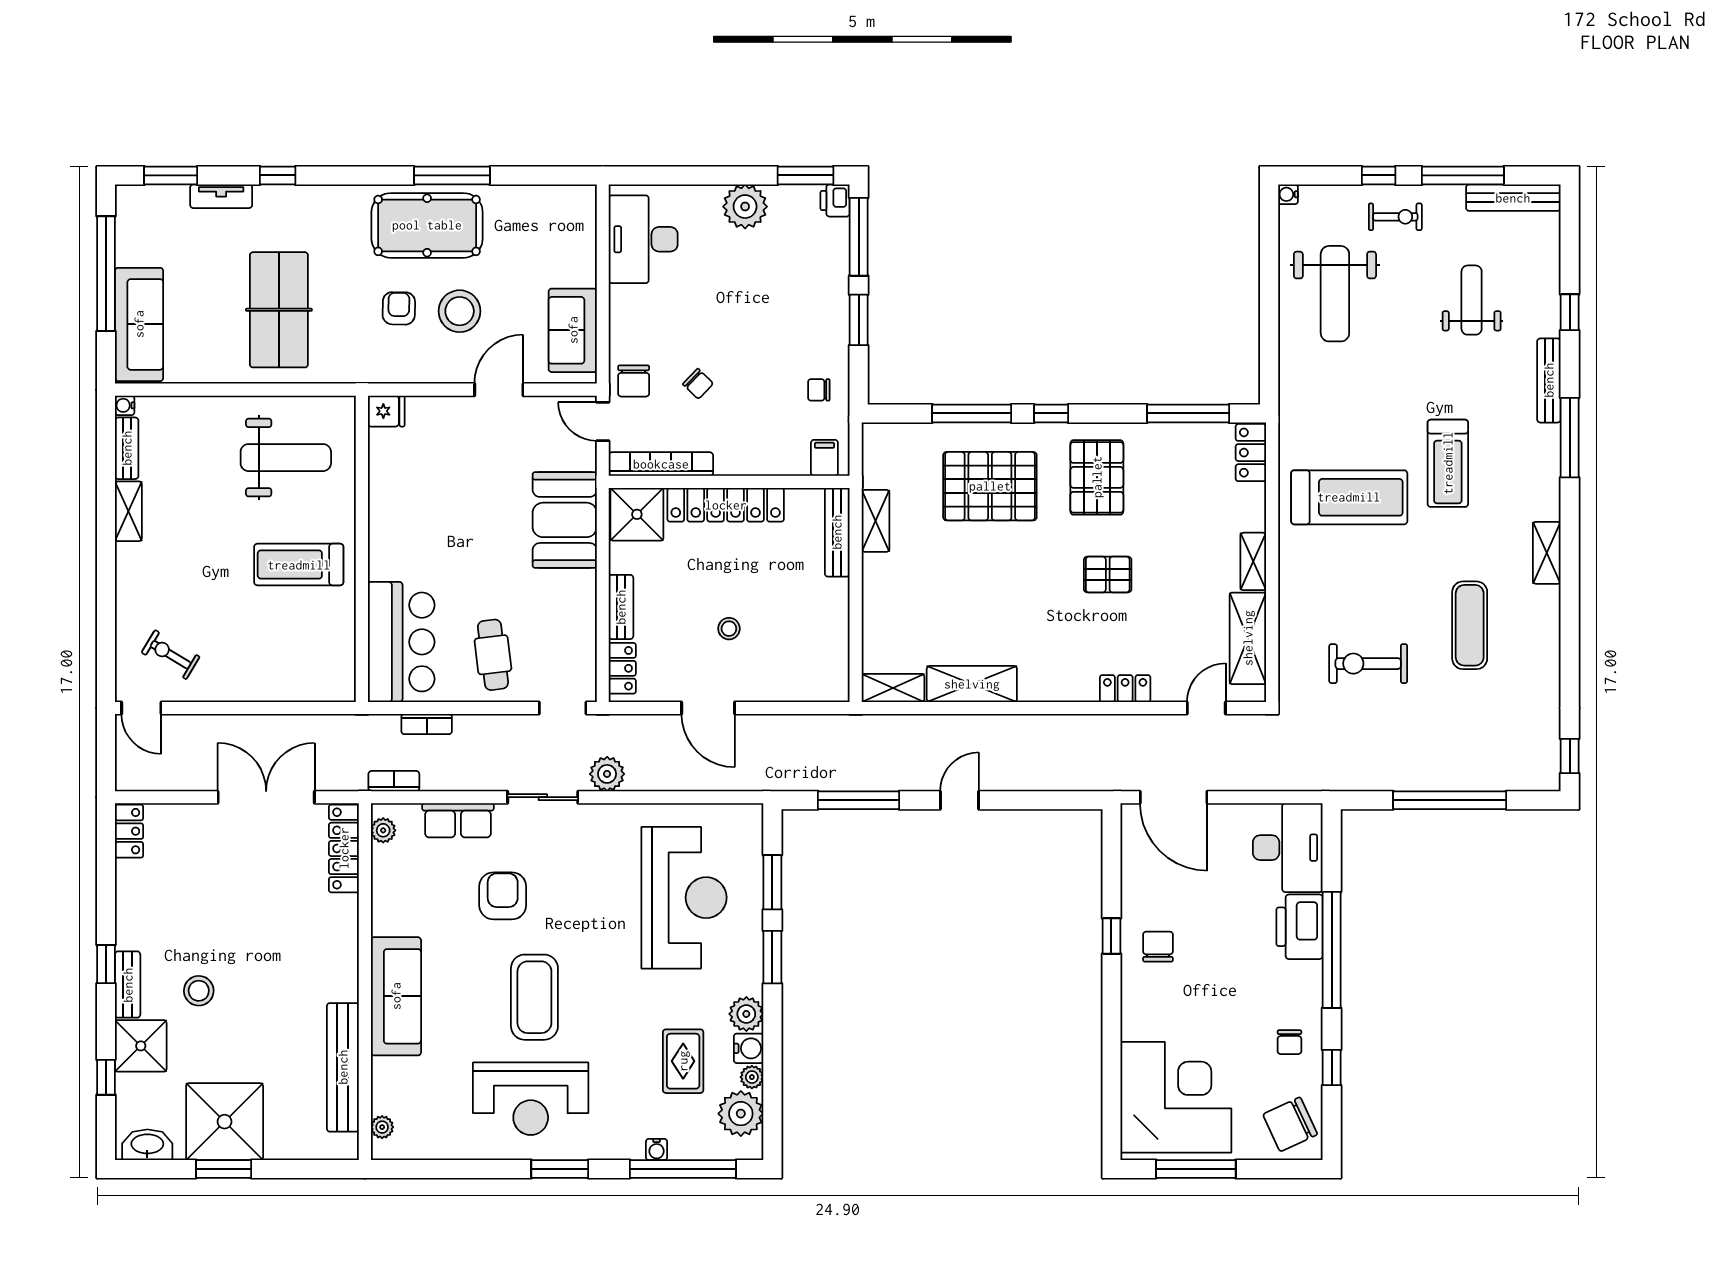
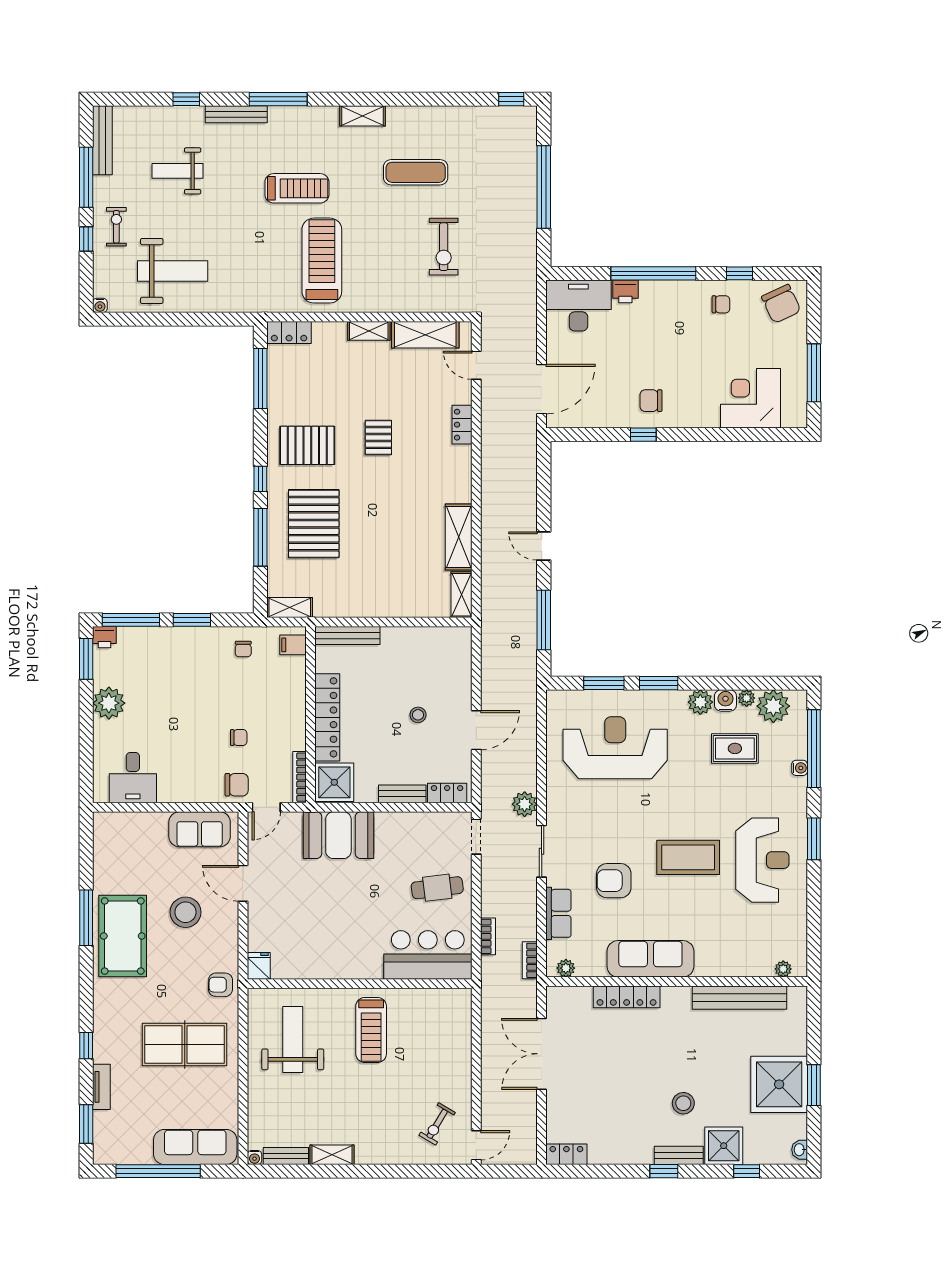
desk: (643, 239) -> (133, 778), width x0.73
armchair: (399, 308) -> (221, 985), moved
chair: (698, 384) -> (239, 738), turned 46
bookcase: (661, 464) -> (300, 777), width x0.68, depth x0.76
shelving: (876, 521) -> (290, 607), moved
locker: (344, 848) -> (627, 997), moved
printer: (1300, 927) -> (625, 291), width x0.53, depth x0.68
sofa: (396, 996) -> (650, 959), moved
corner desk: (1176, 1097) -> (751, 398), width x0.74, depth x0.74
washbasin: (147, 1145) -> (800, 1150), width x0.52, depth x0.69

